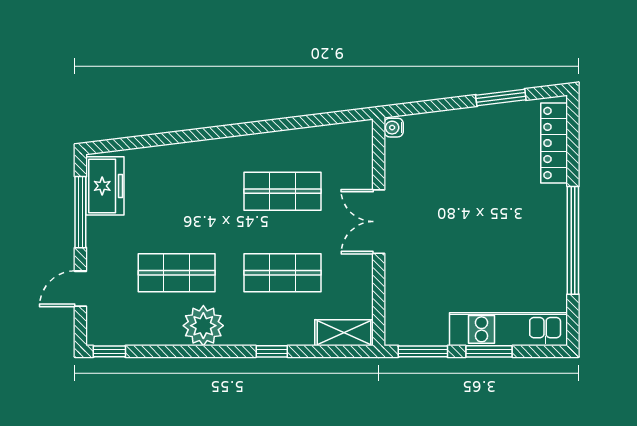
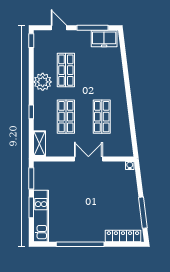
window: (501, 98) -> (143, 213), width x1.44

